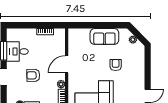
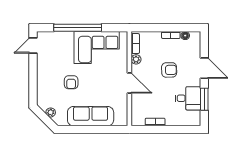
sofa: (104, 36) -> (91, 116), width x1.36
door: (67, 64) -> (129, 83), hinge flipped

